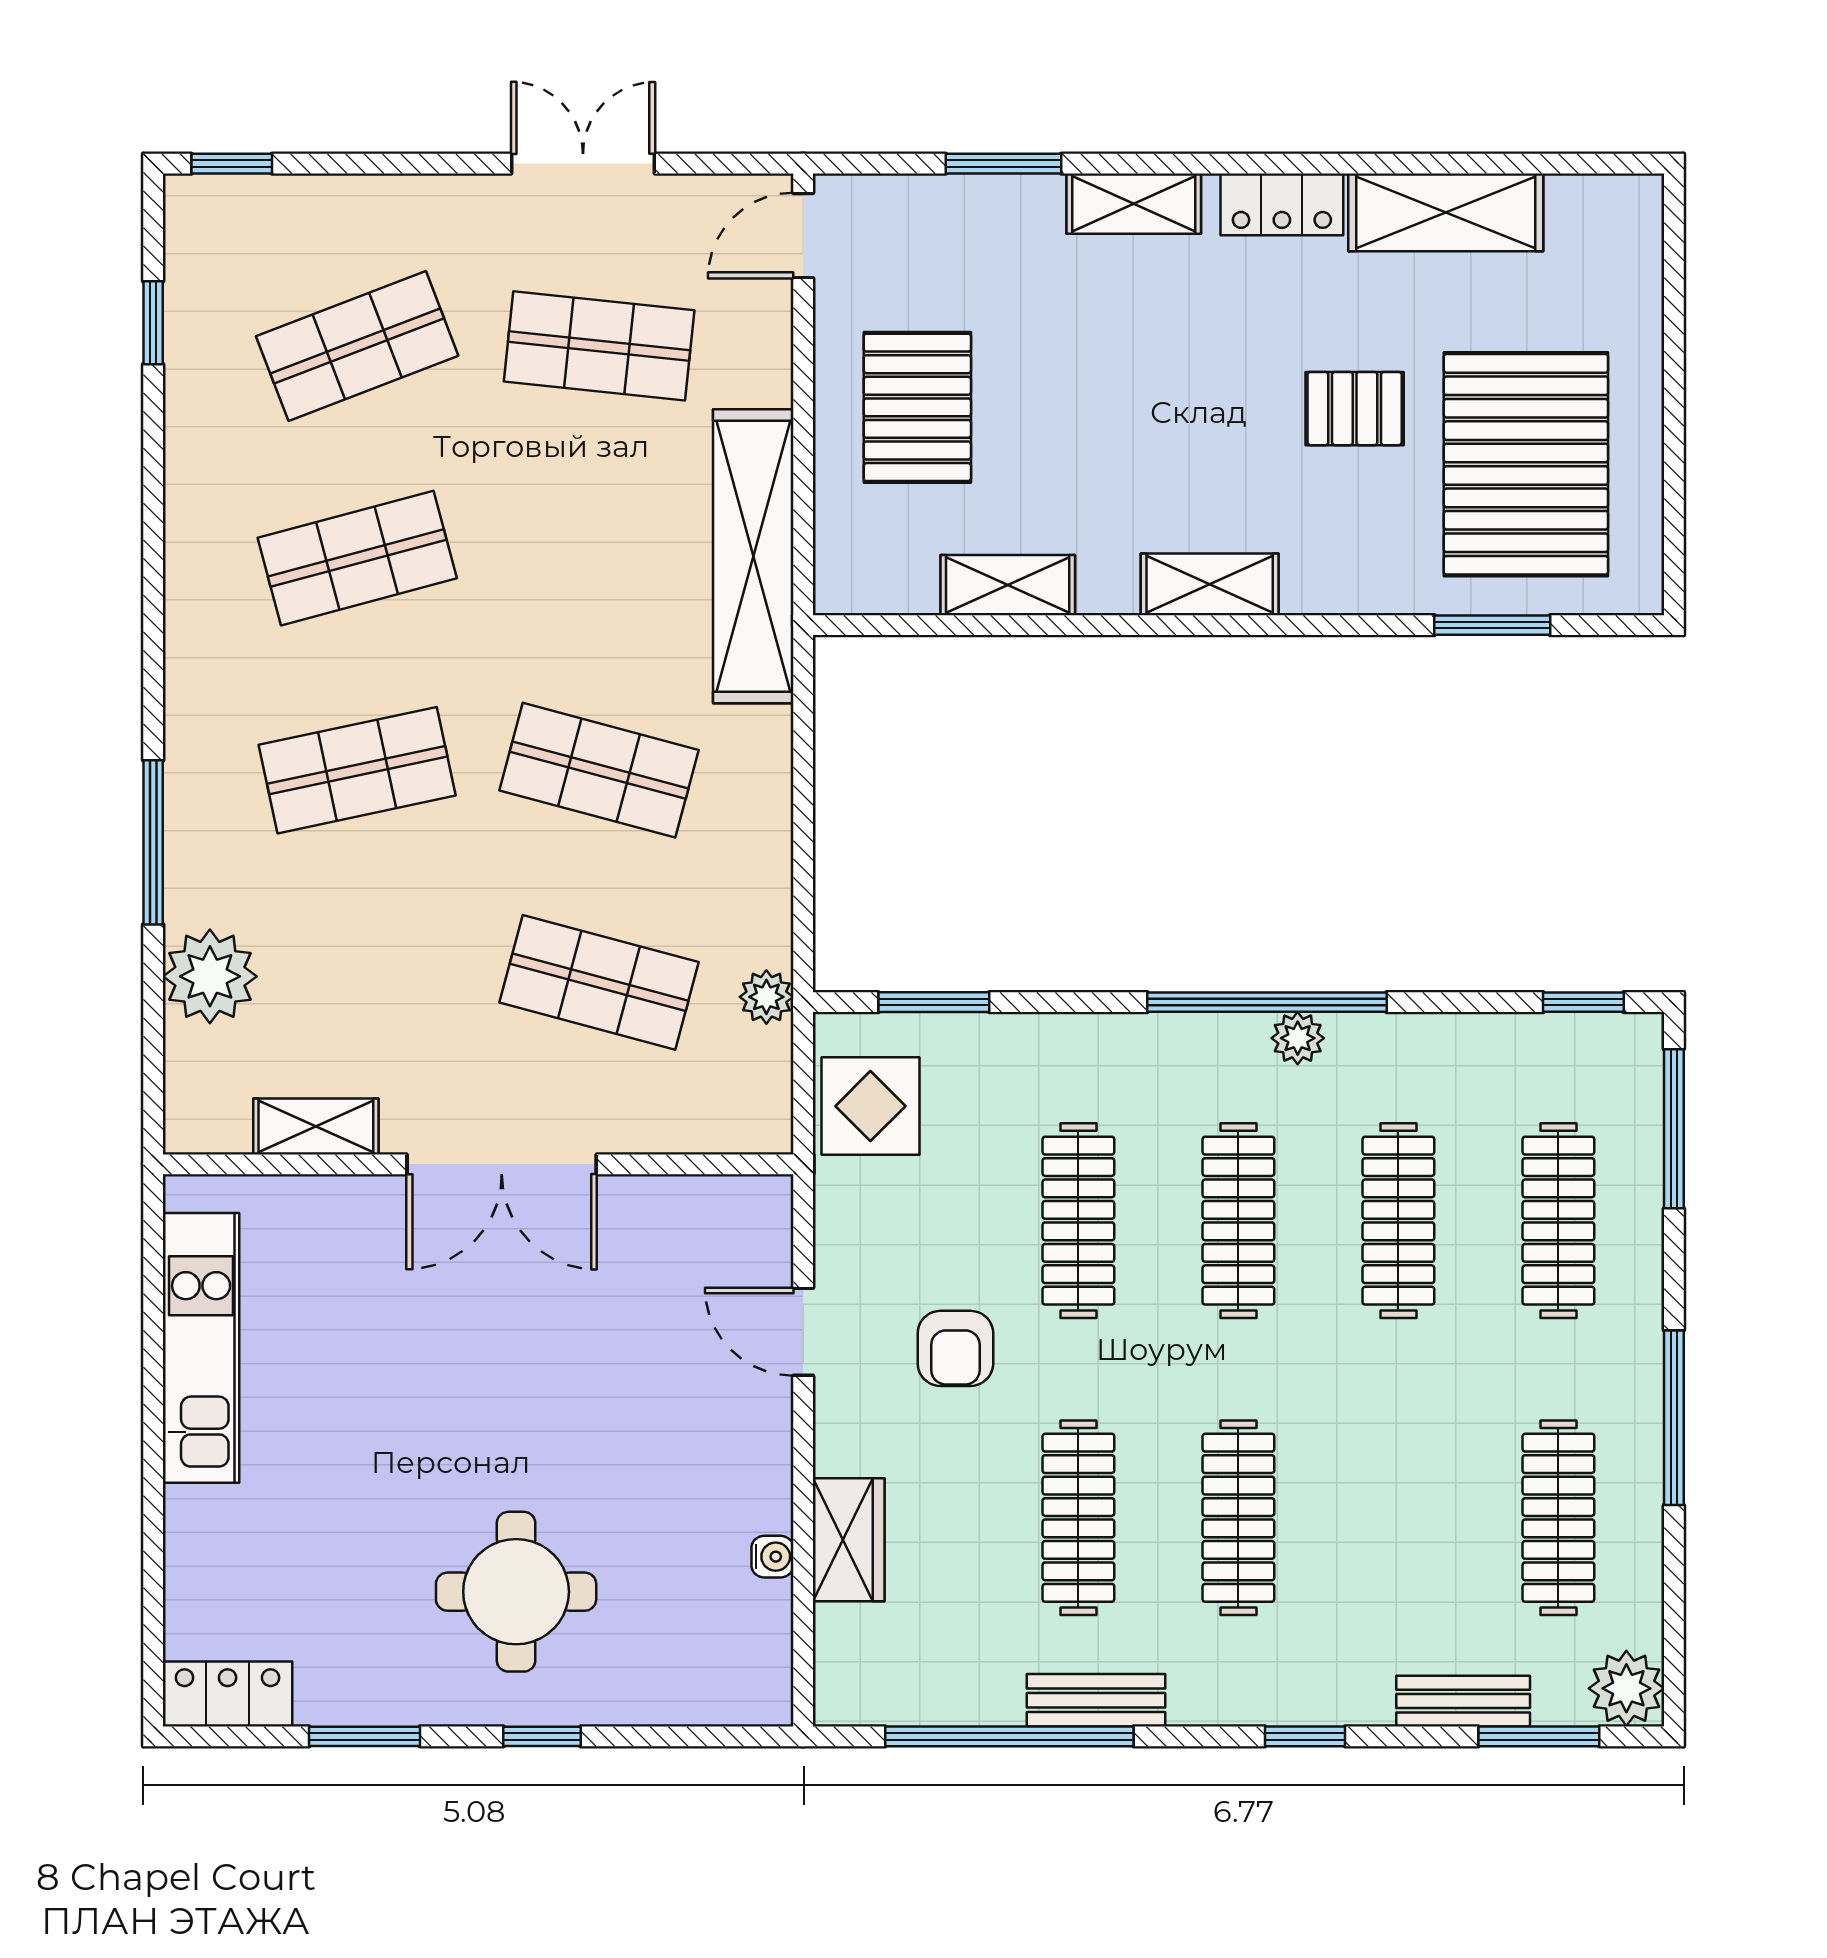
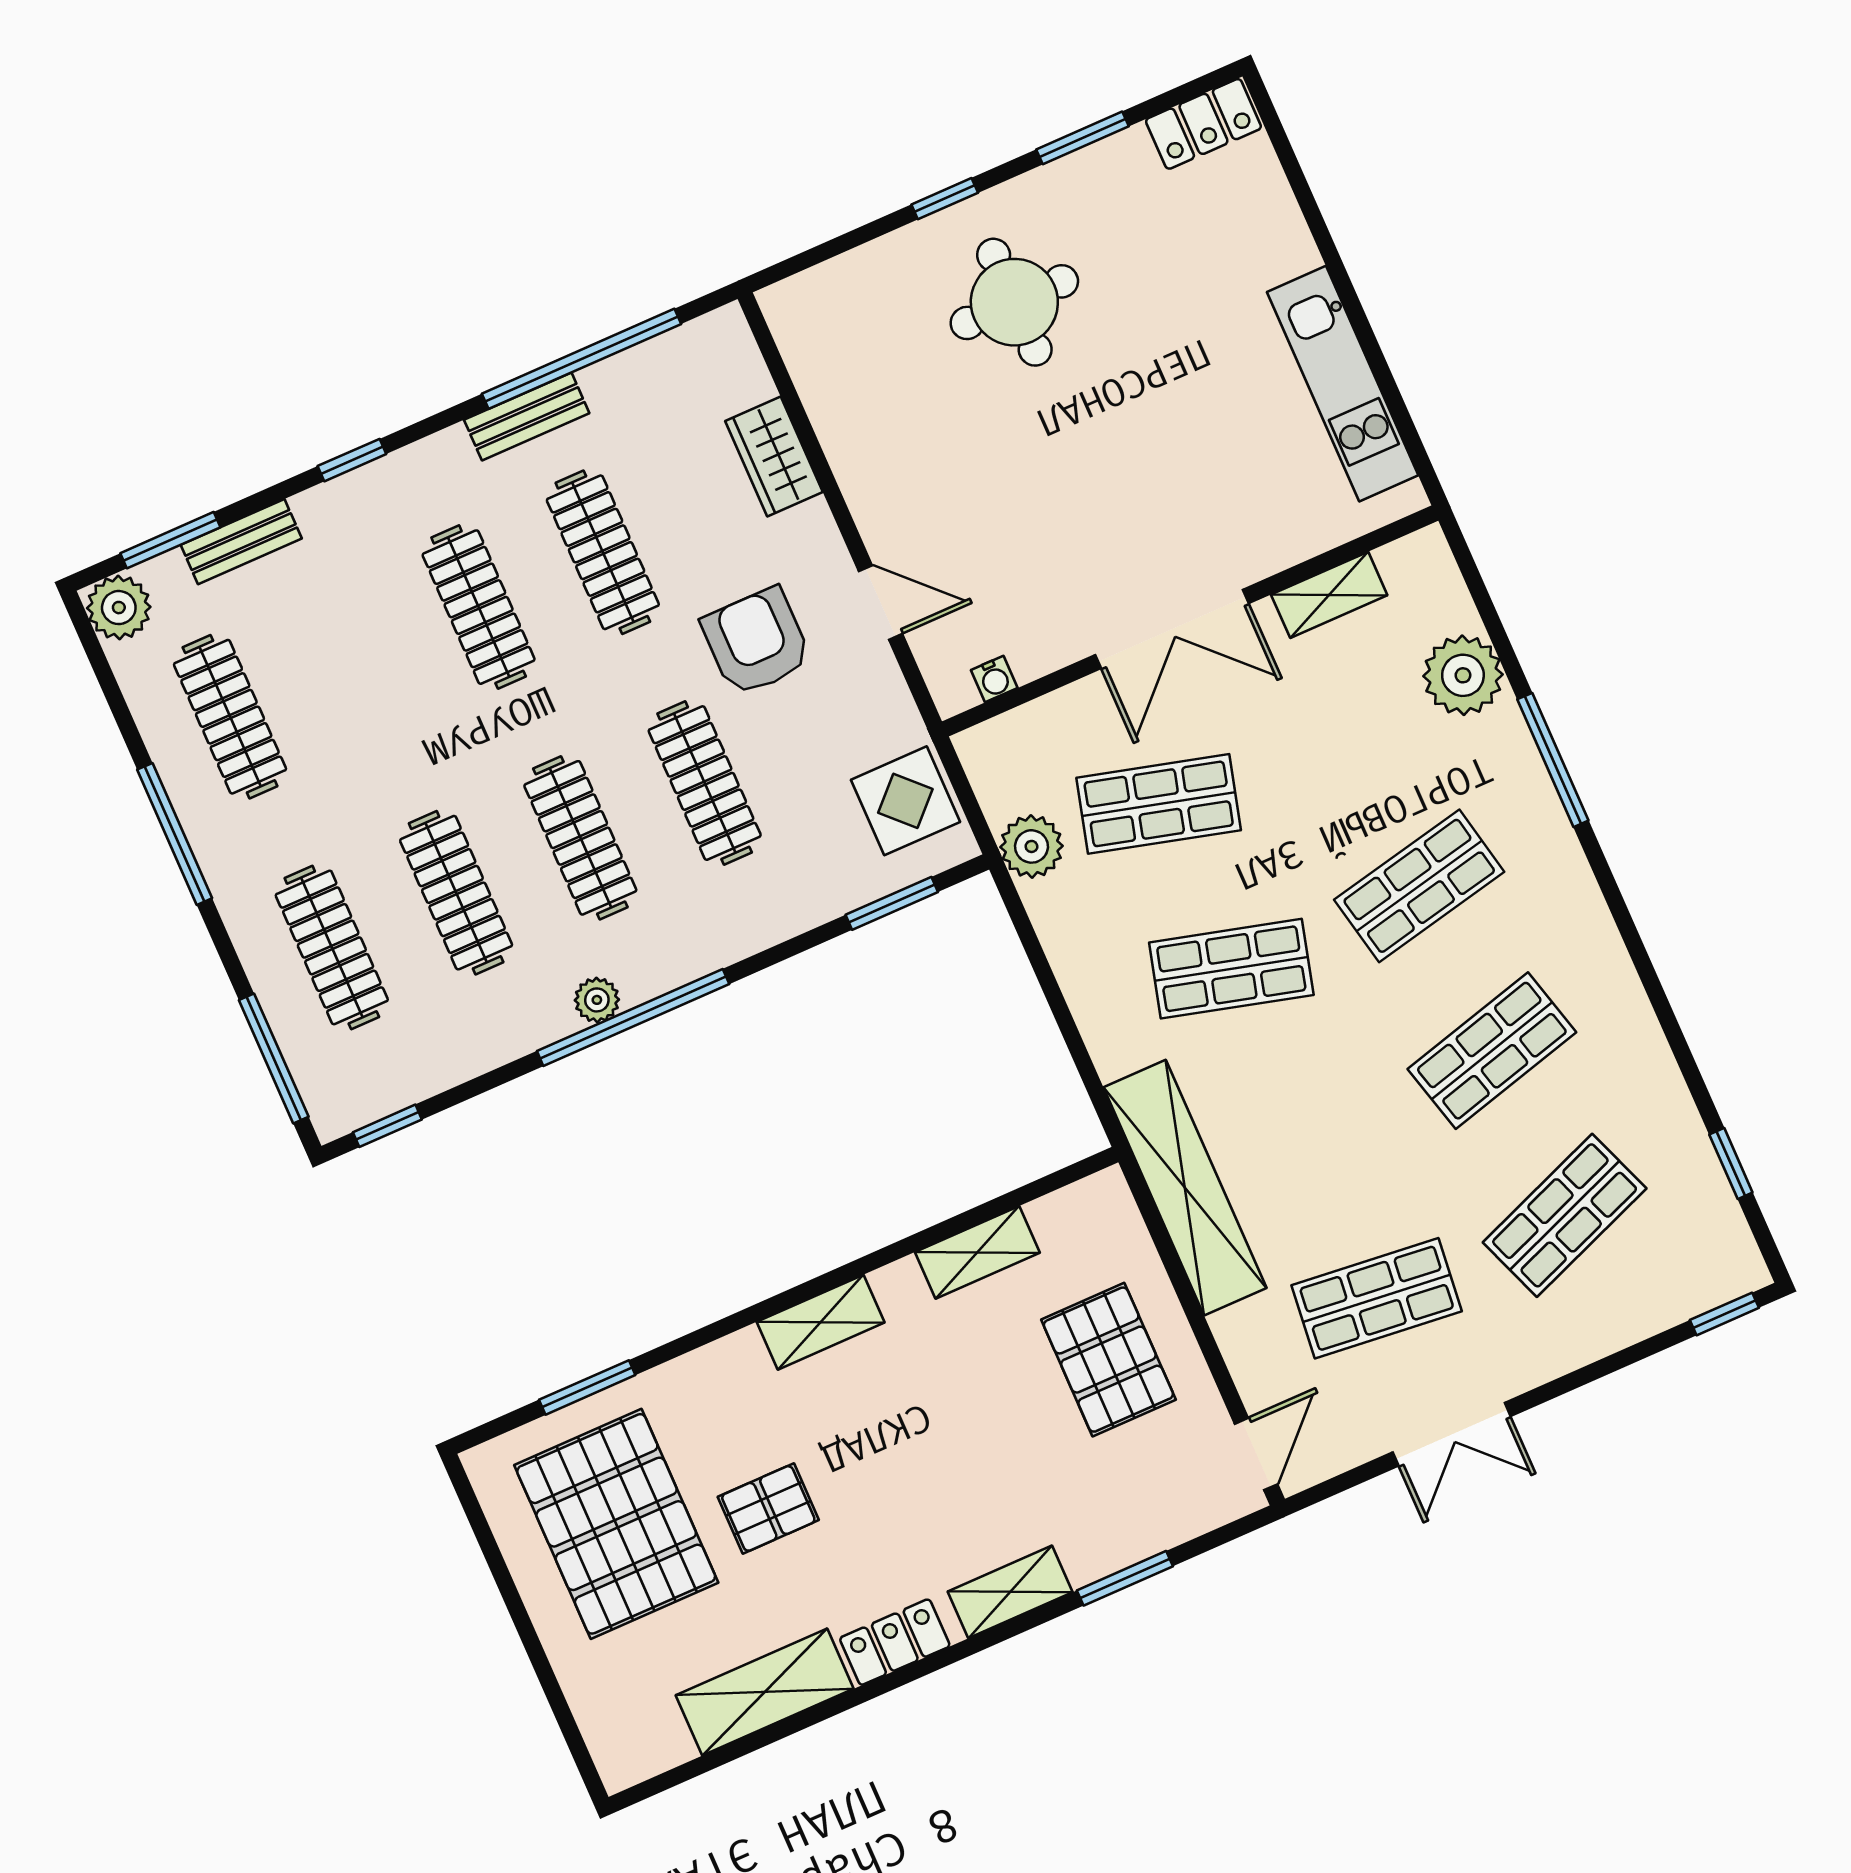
plant: (766, 997) -> (1031, 846), width x1.38, depth x1.38
double door: (502, 1164) -> (1172, 629), swing flipped
armchair: (955, 1348) -> (756, 642), width x1.38, depth x1.38
water cooler: (772, 1557) -> (994, 679), moved, turned -90

